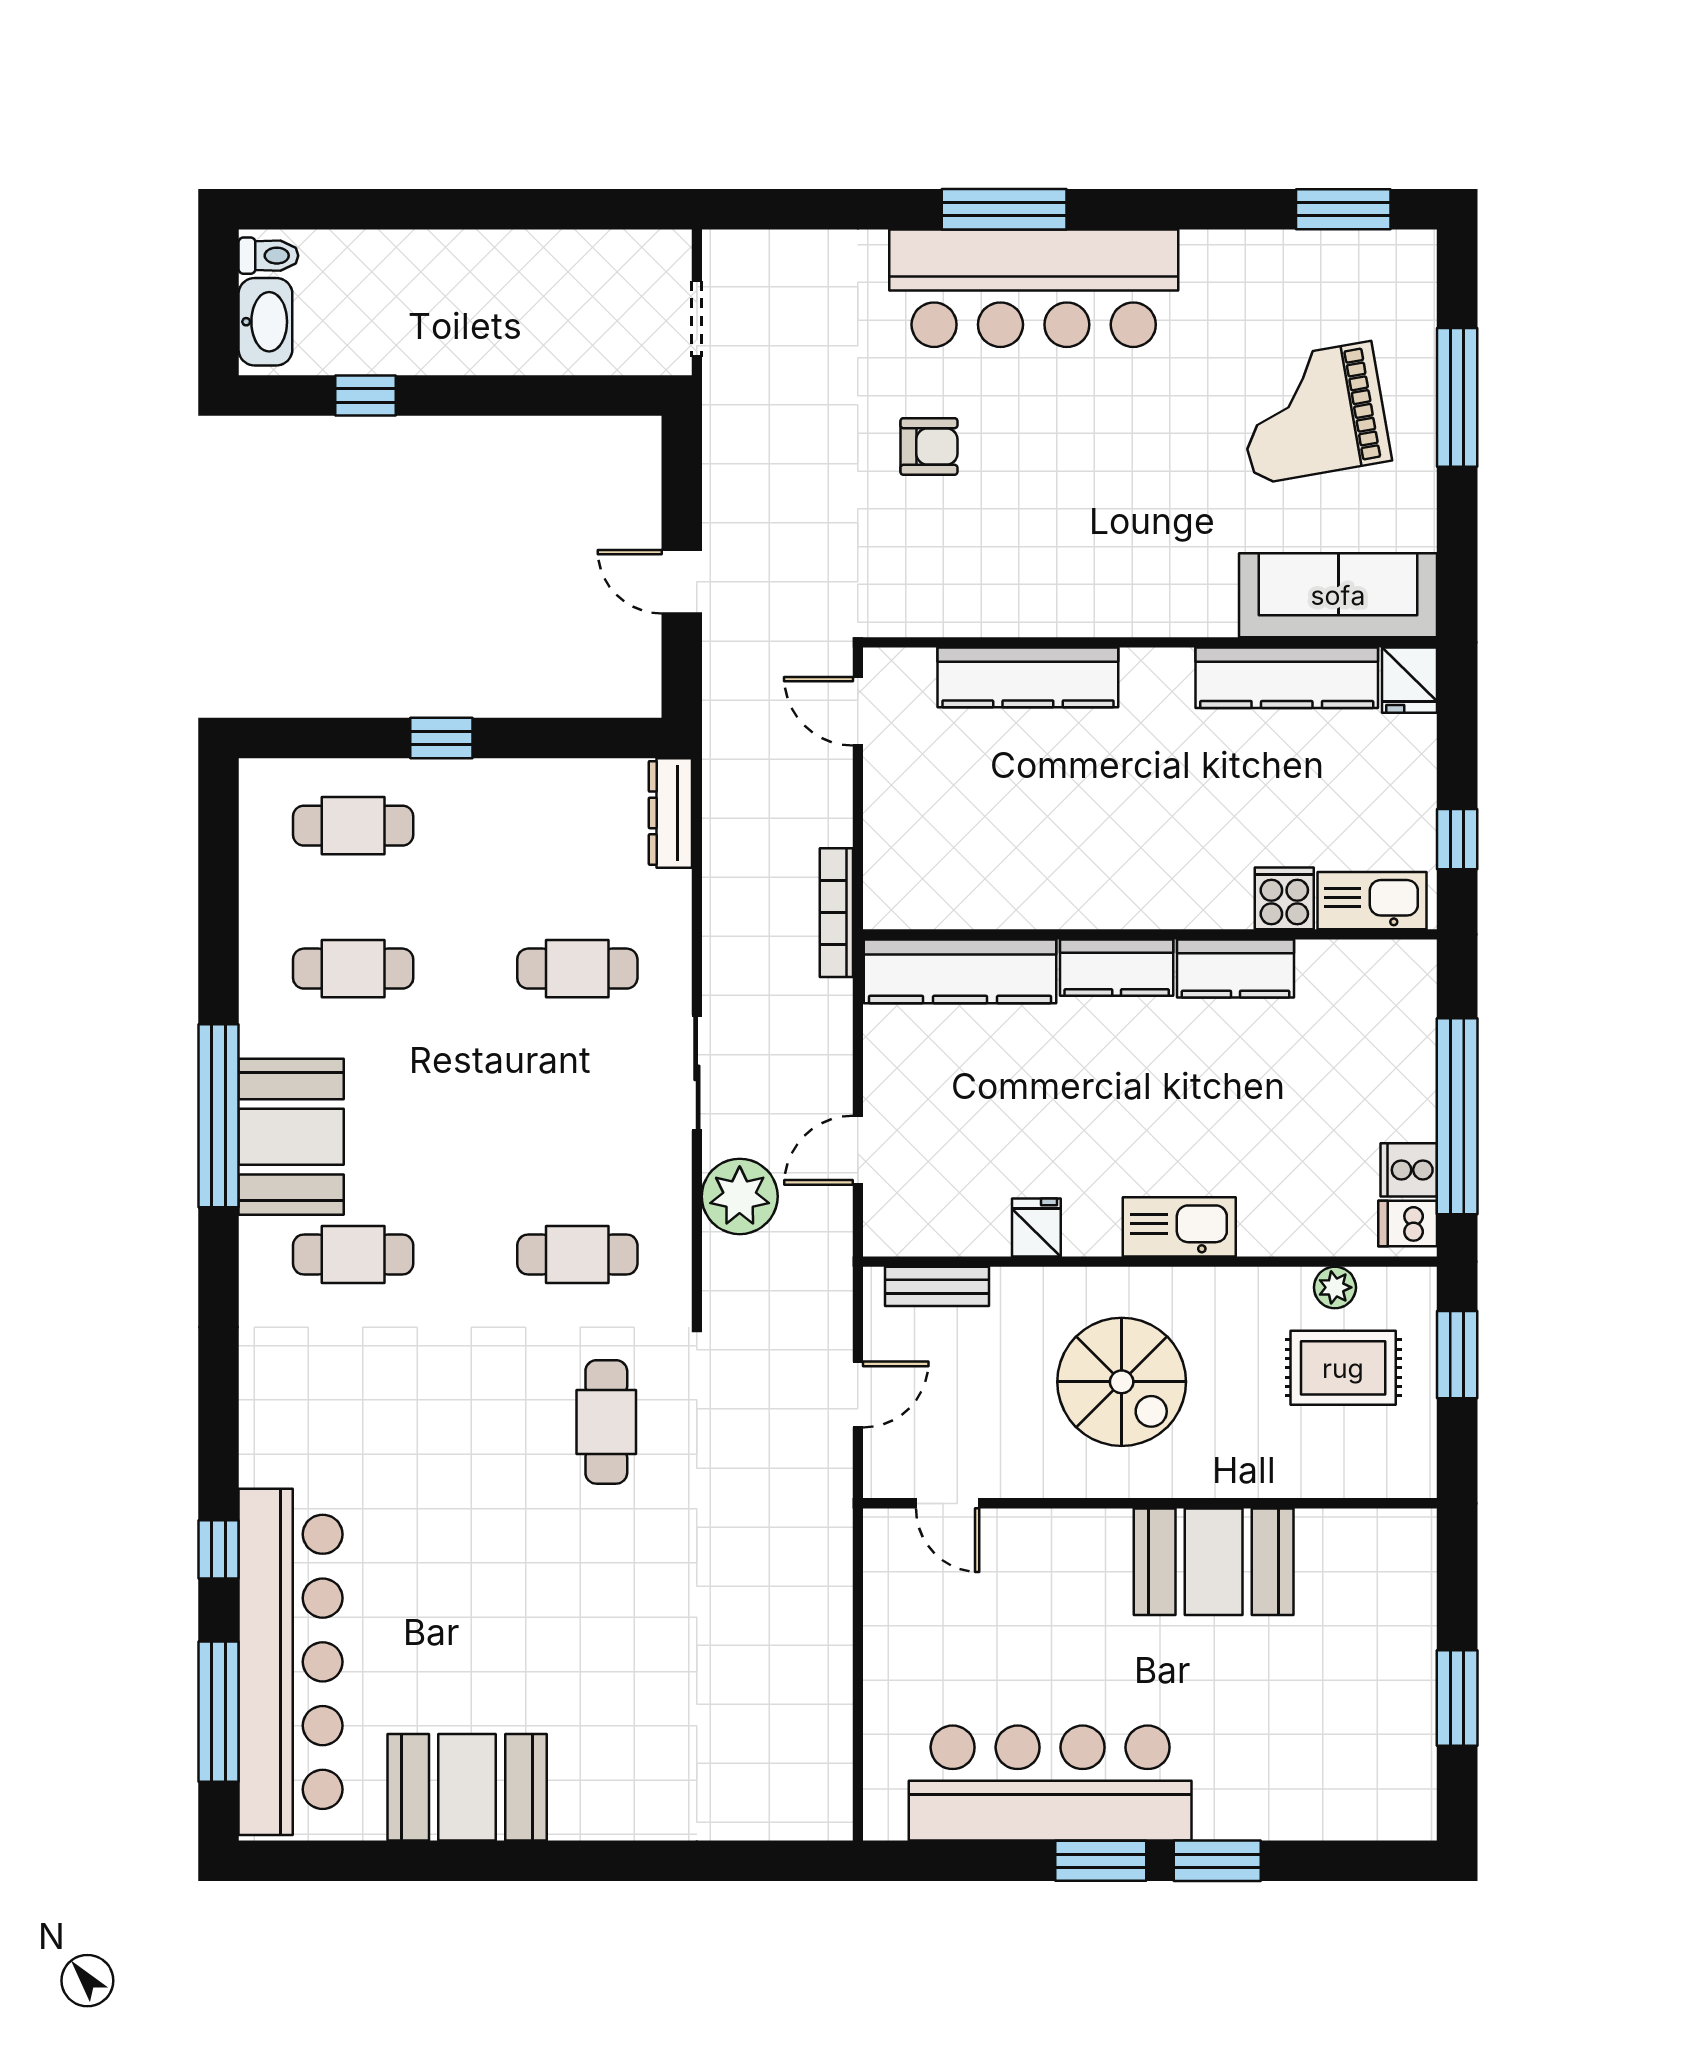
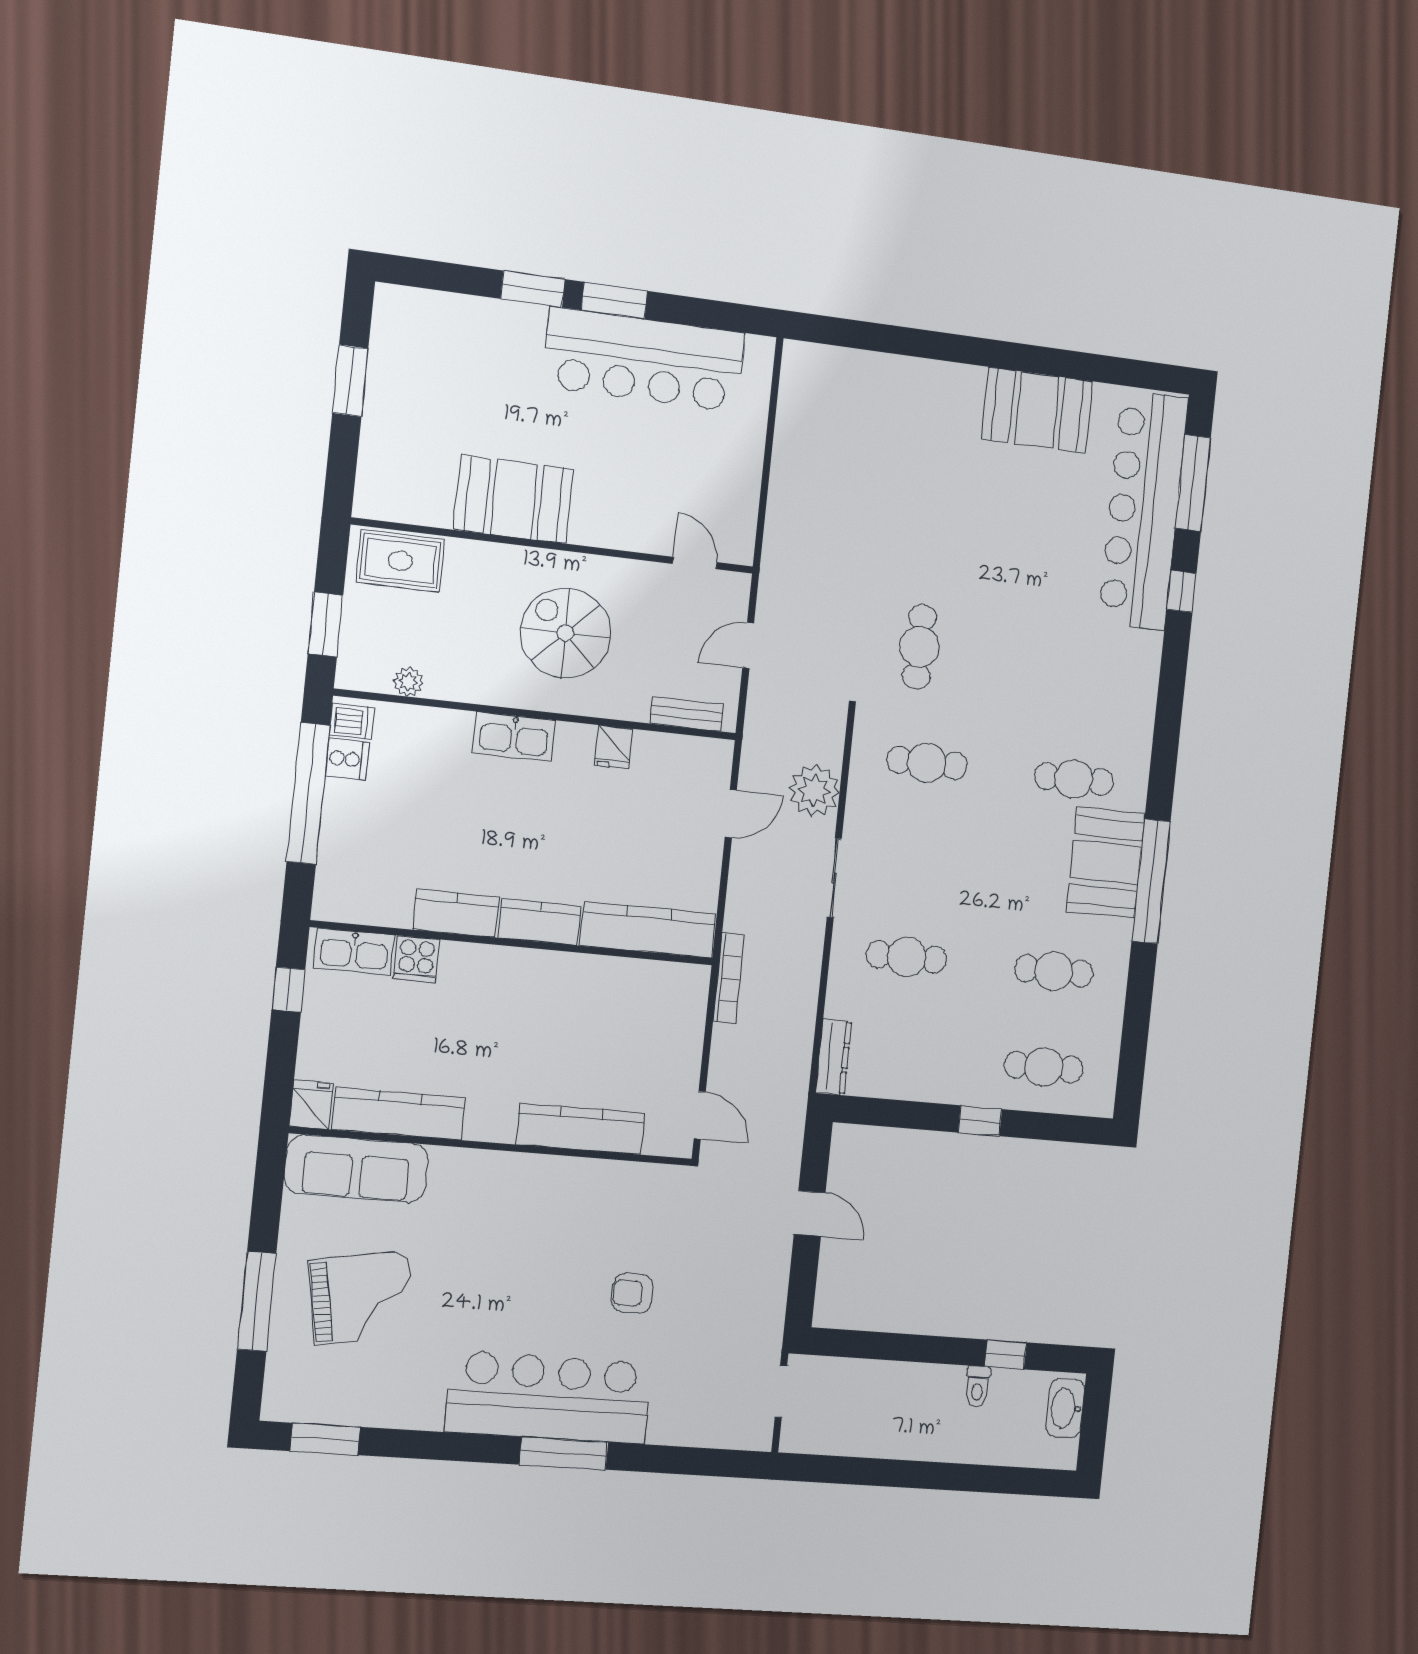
toilet: (268, 256) -> (977, 1386), moved, turned -90
rug: (1343, 1368) -> (400, 561), moved

